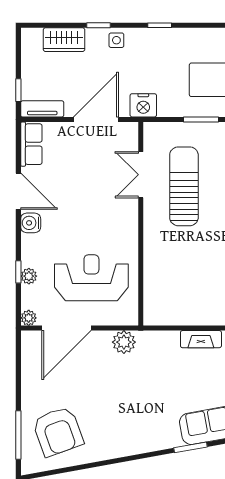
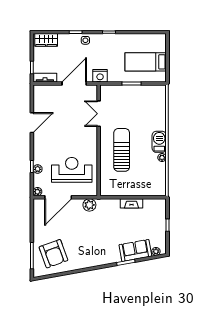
wardrobe: (64, 40) -> (46, 40), moved
row of seats: (31, 144) -> (39, 97), removed
sun lounger: (184, 186) -> (122, 150), moved
door: (18, 191) -> (32, 123), hinge flipped
water cooler: (31, 223) -> (39, 140), removed

